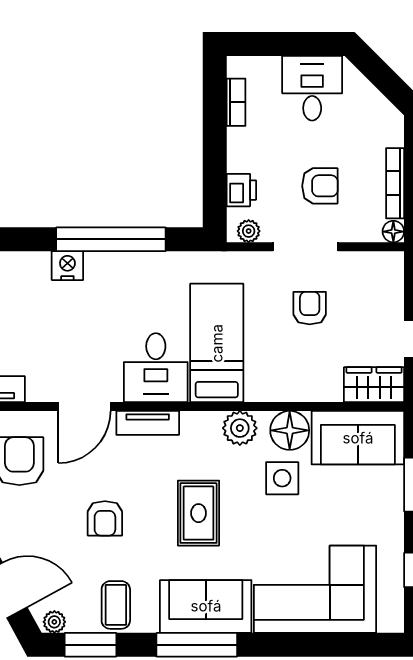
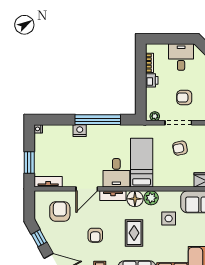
armchair: (320, 186) -> (184, 98), turned 180
printer: (241, 190) -> (152, 80), moved
armchair: (310, 308) -> (180, 148), turned -102
floor lamp: (290, 430) -> (135, 199), moved

